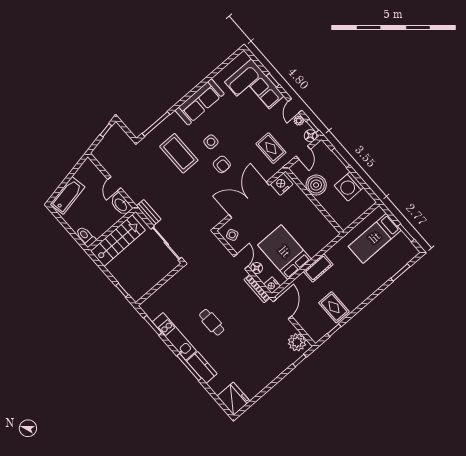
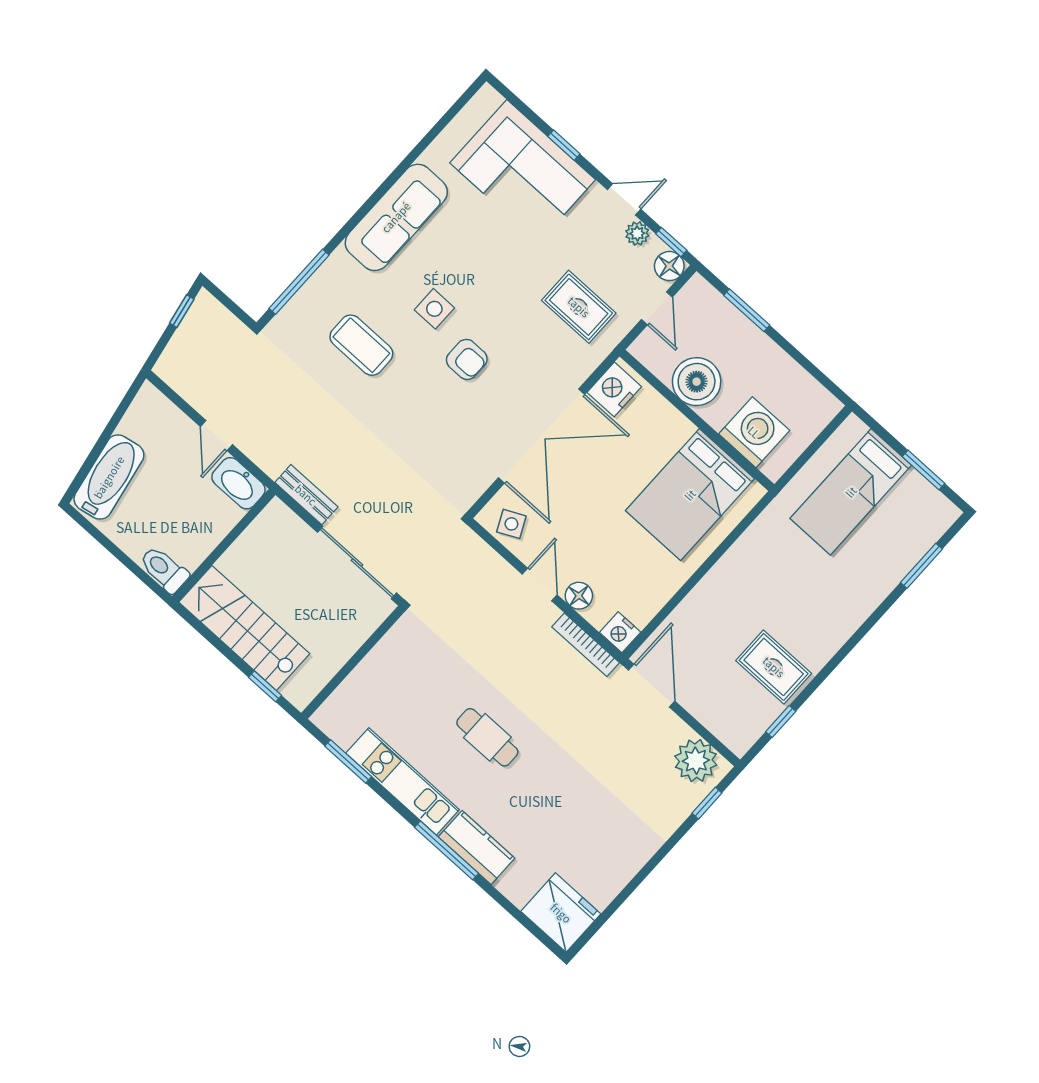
door: (295, 106) -> (624, 199), swing flipped
coffee table: (179, 153) -> (361, 345), width x0.73, depth x0.76
washing machine: (349, 186) -> (754, 432), moved, turned 180
double door: (249, 200) -> (542, 436), swing flipped
stairs: (118, 241) -> (244, 628), moved, turned -90
bed: (284, 252) -> (690, 495), moved, turned -90
cot: (318, 268) -> (725, 578), removed

